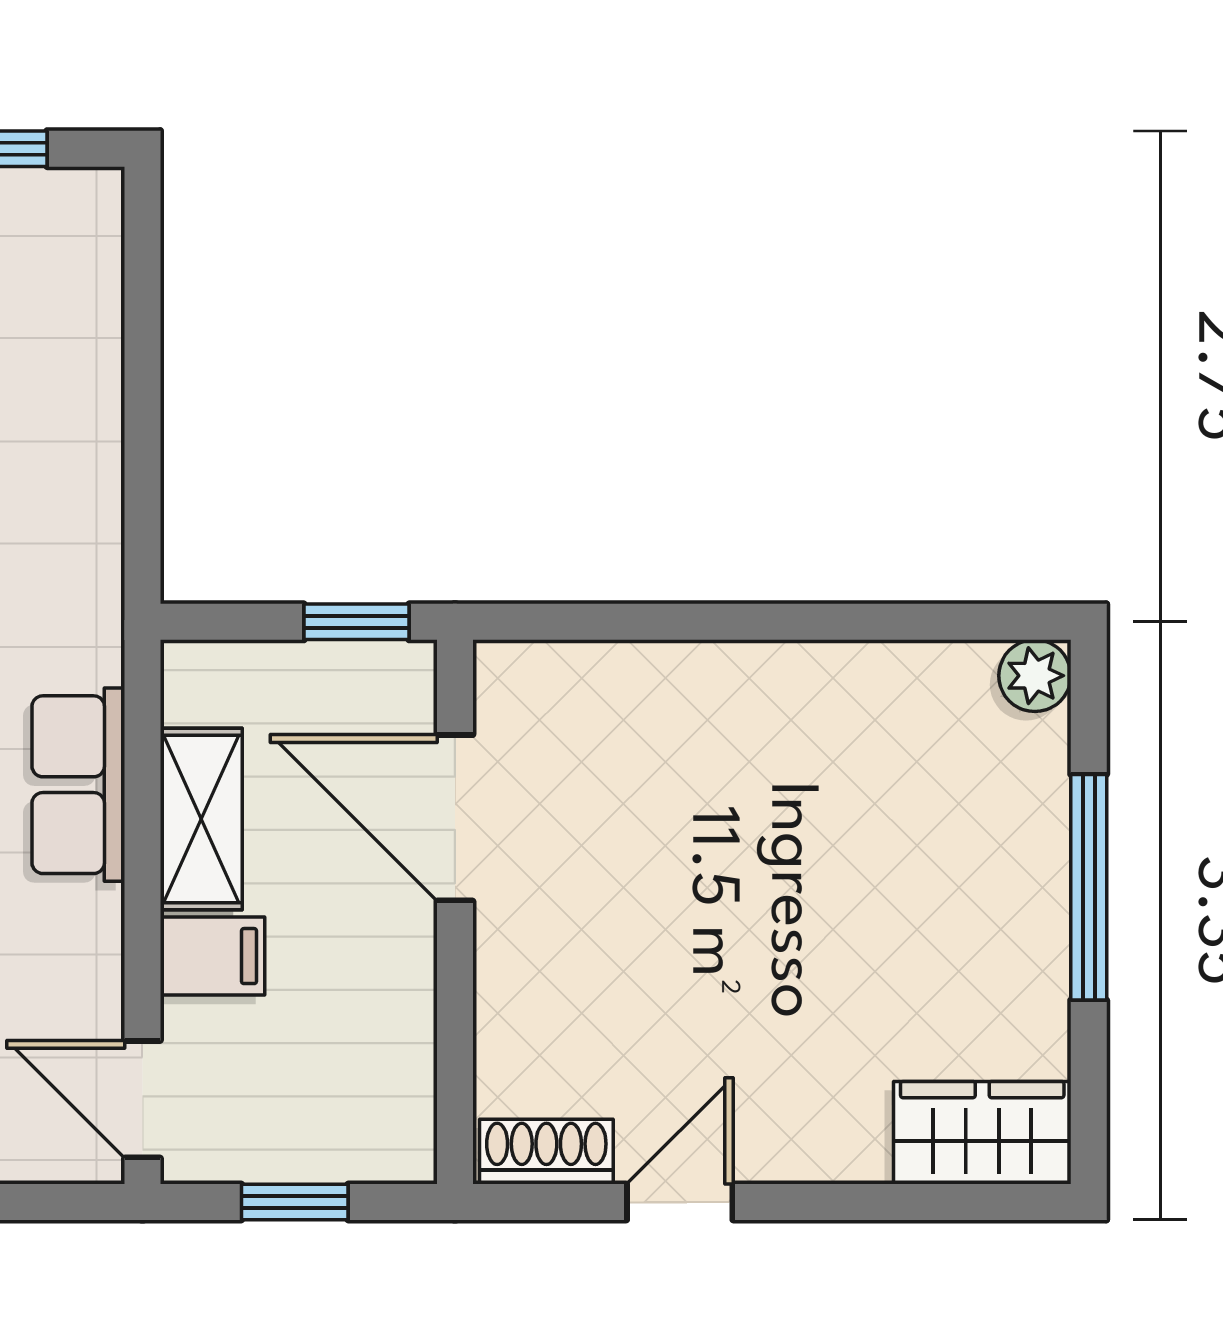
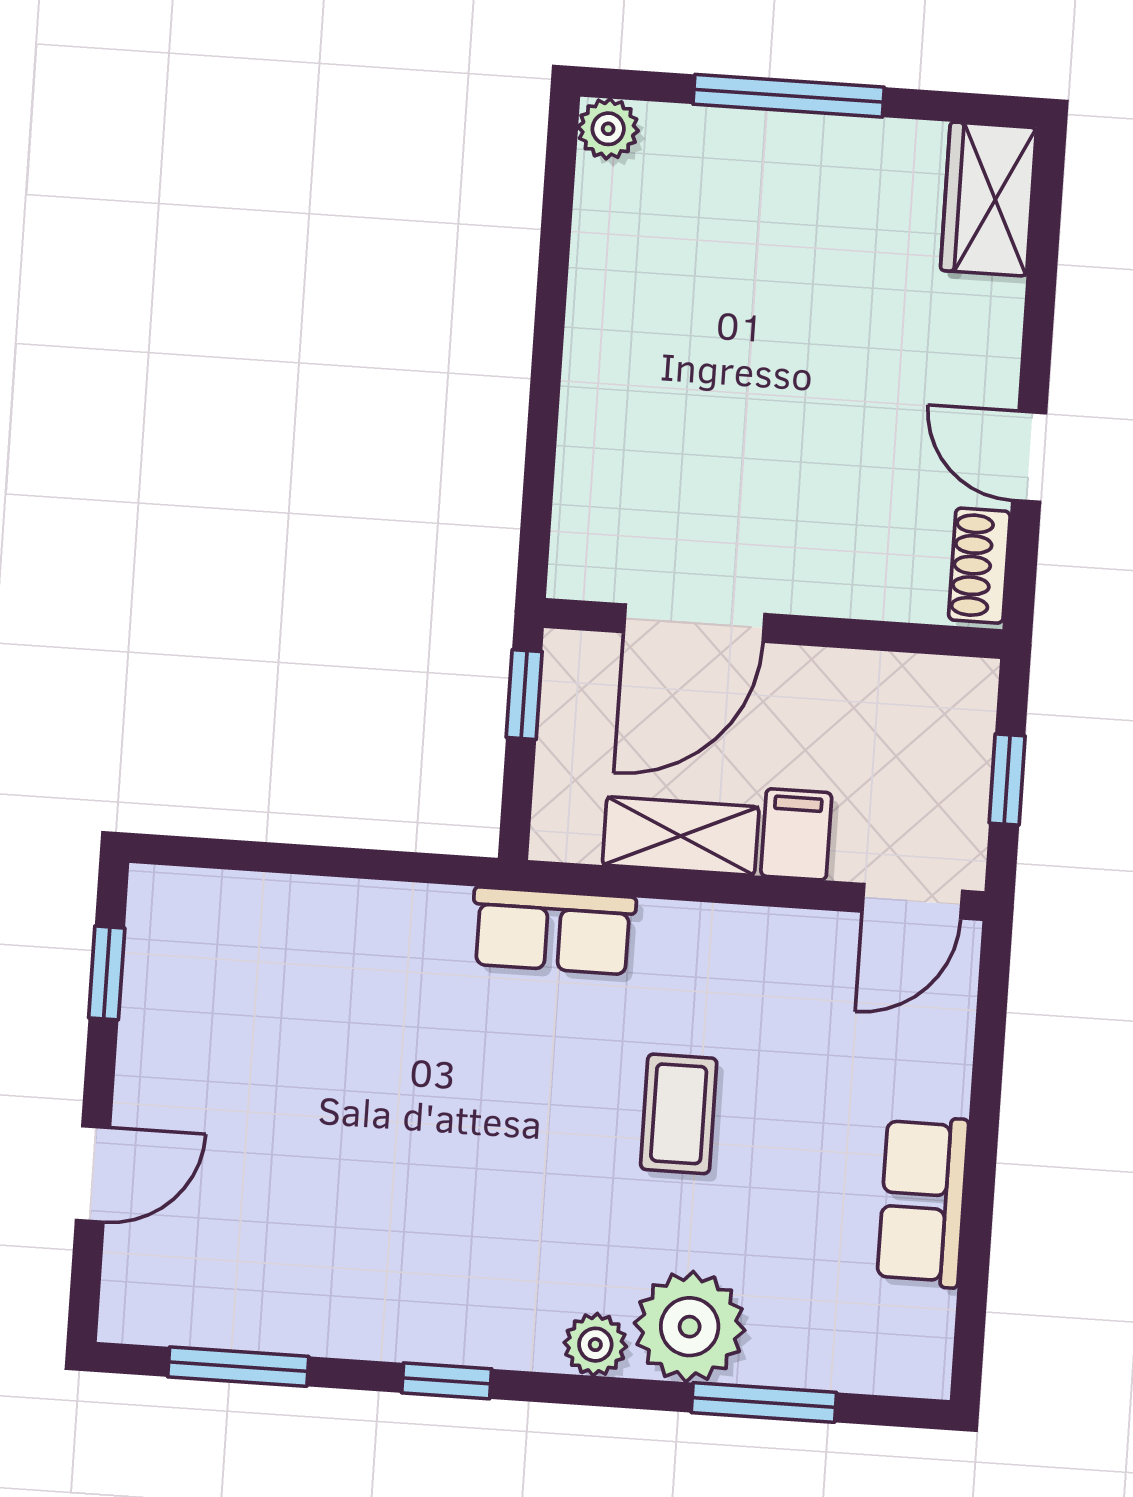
row of seats: (78, 785) -> (553, 931), moved

